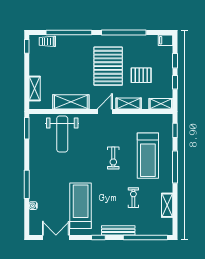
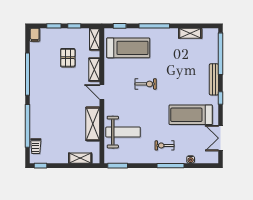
pallet: (108, 66) -> (59, 89), removed
treadmill: (148, 156) -> (128, 48), moved
exercise bike: (133, 198) -> (165, 145), moved

